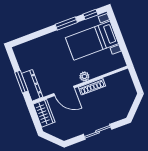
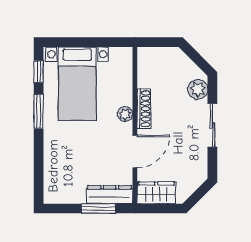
plant: (116, 115) -> (198, 89), added

